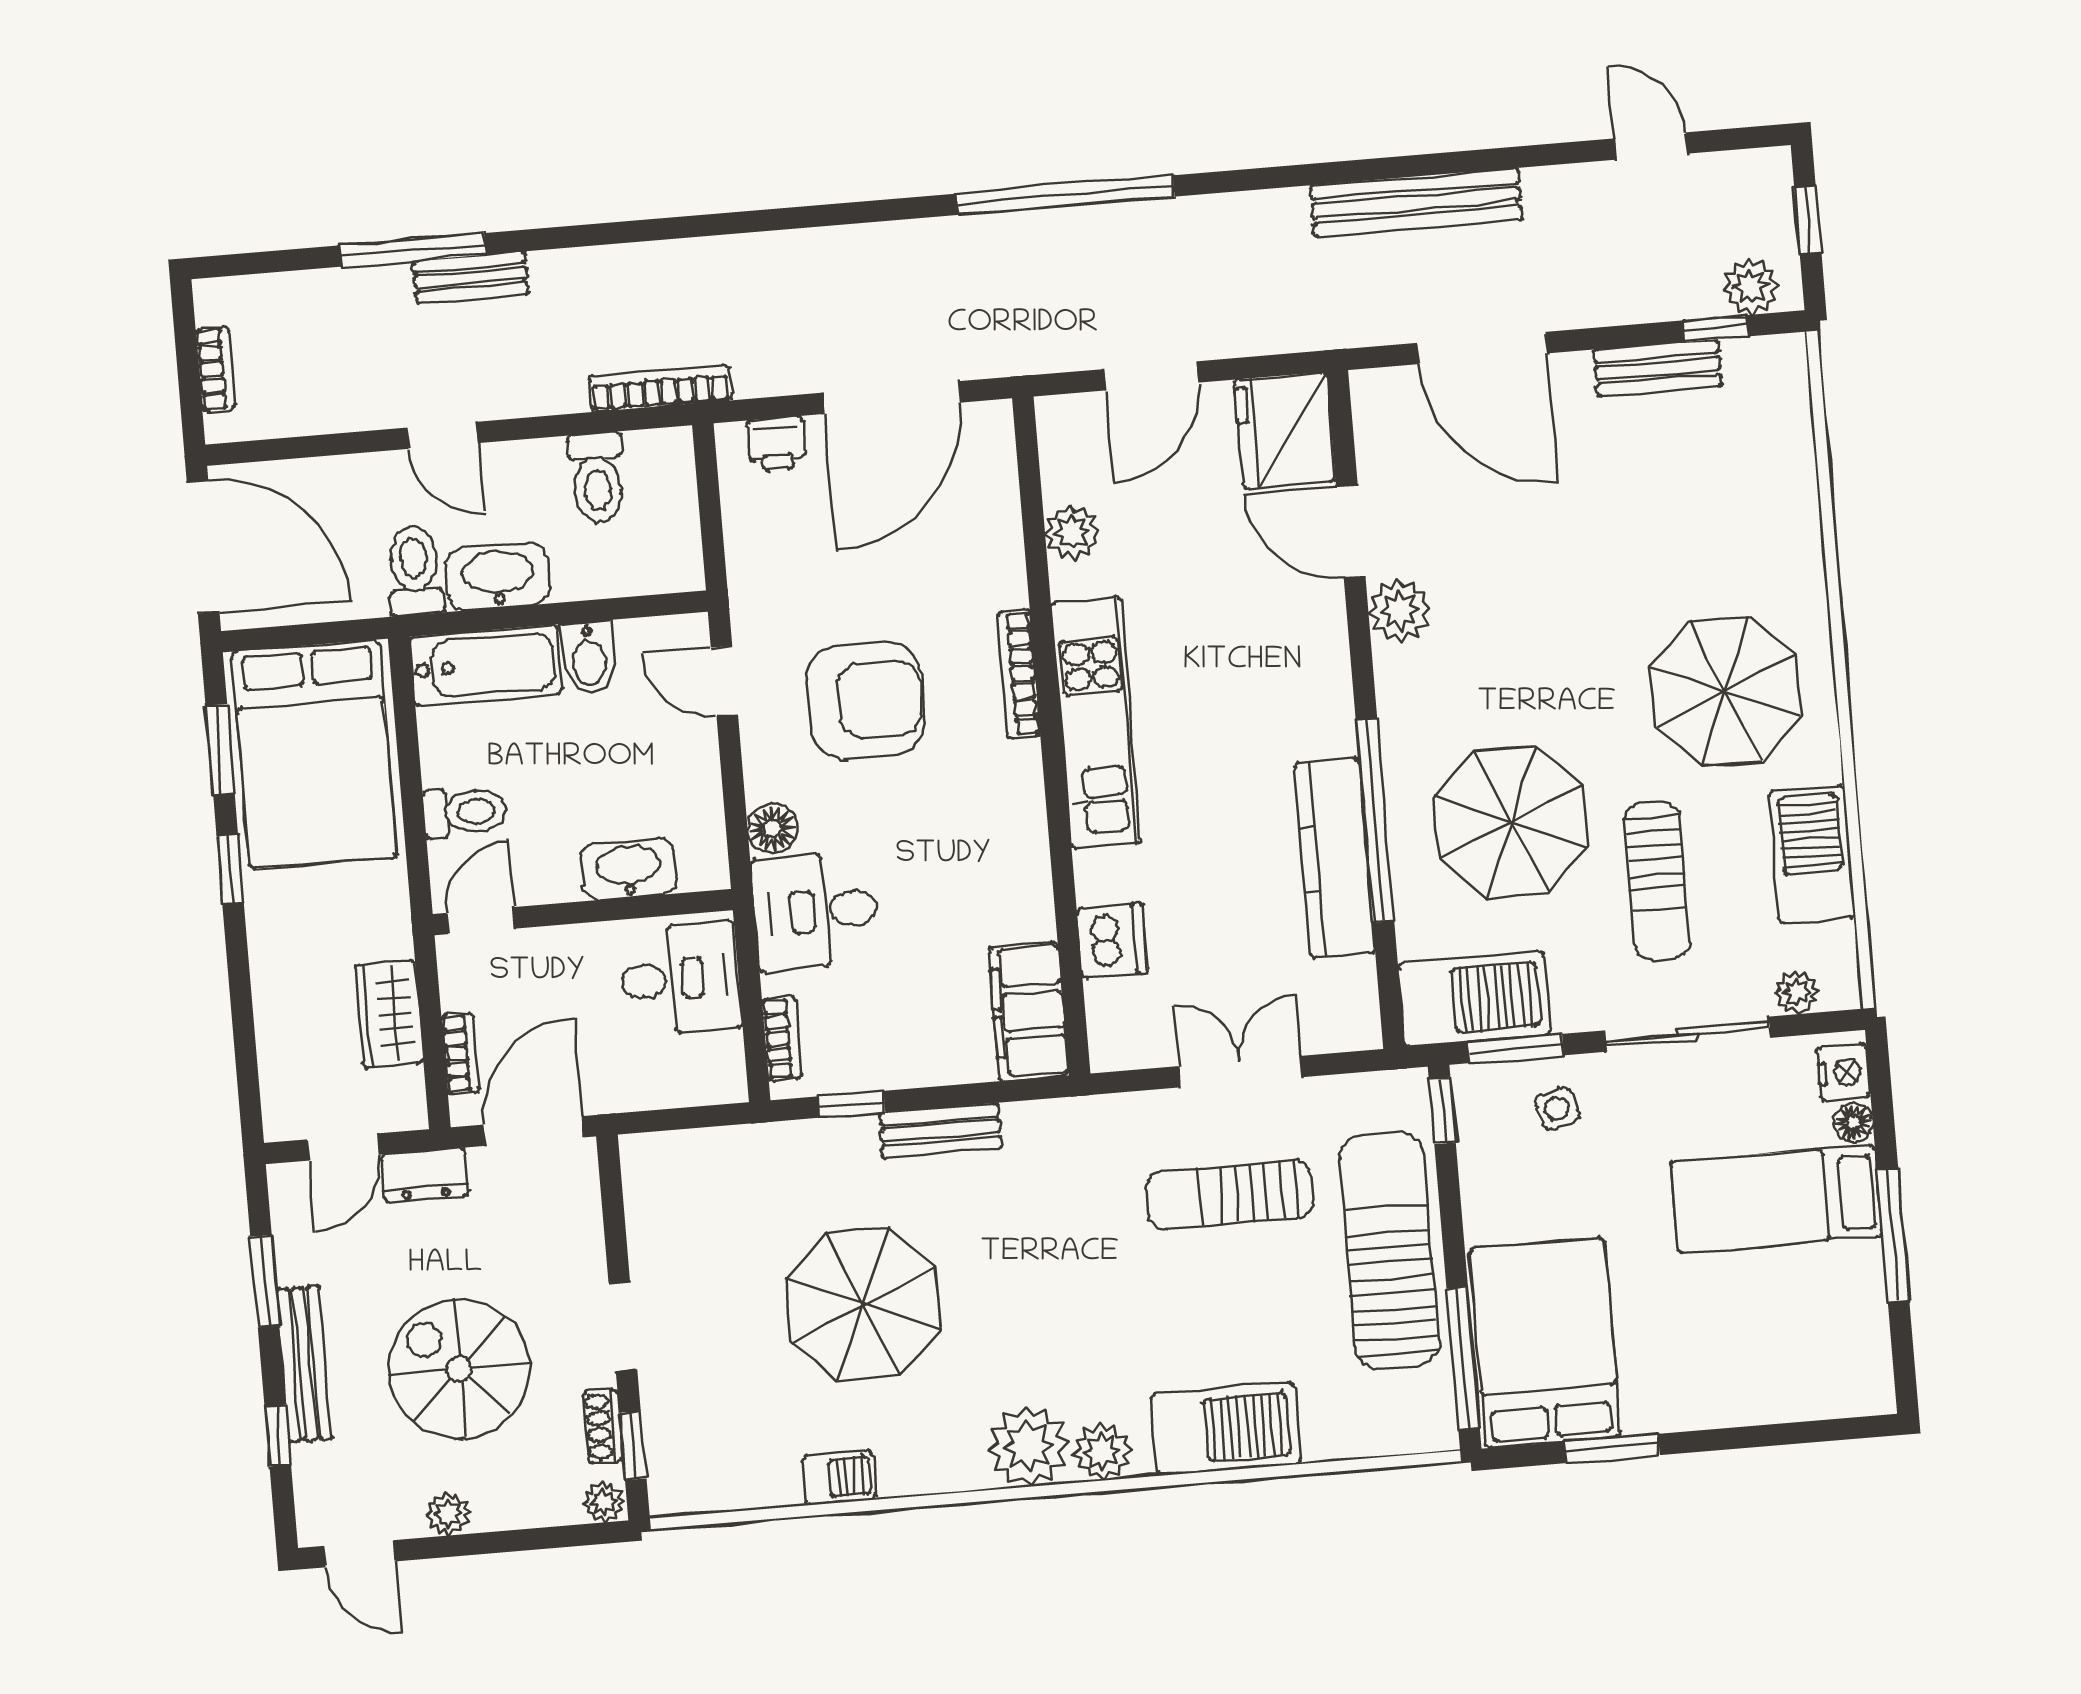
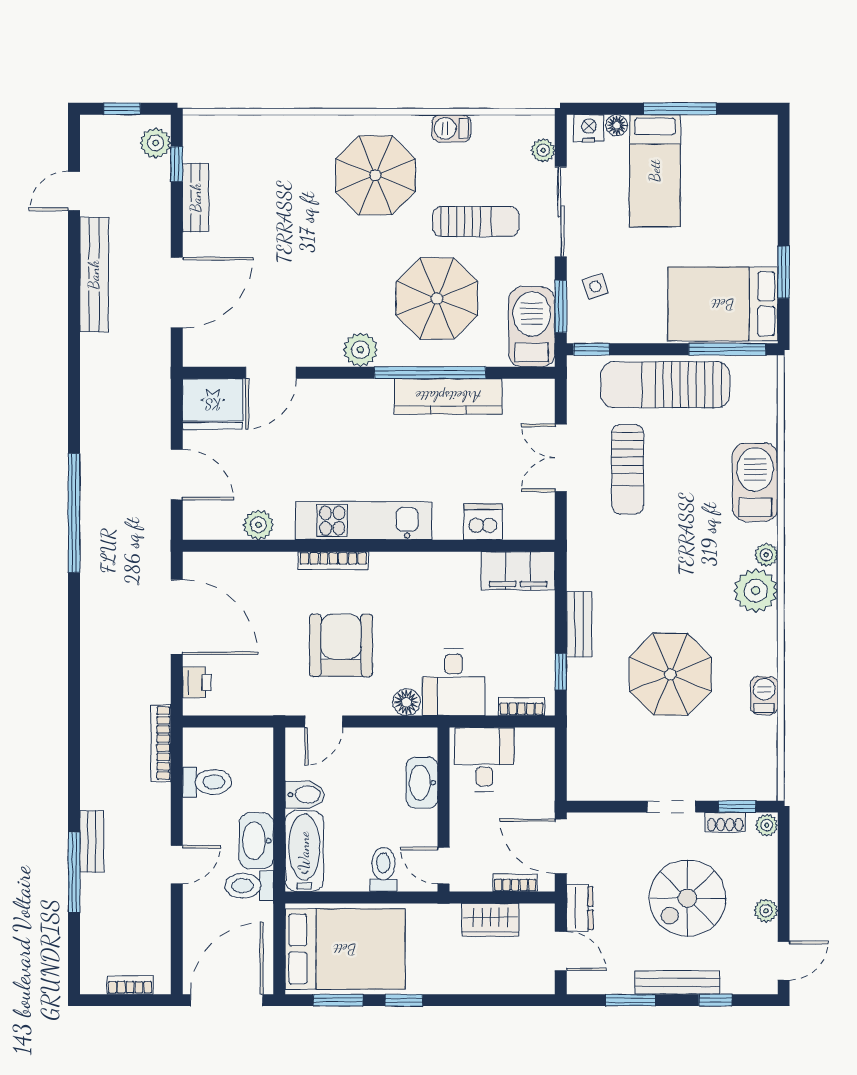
bench: (1416, 203) -> (94, 275), moved
plant: (1399, 611) -> (360, 350), moved
barbecue: (1812, 854) -> (451, 128), width x0.53, depth x0.65
plant: (1102, 1452) -> (766, 555), width x0.73, depth x0.73

